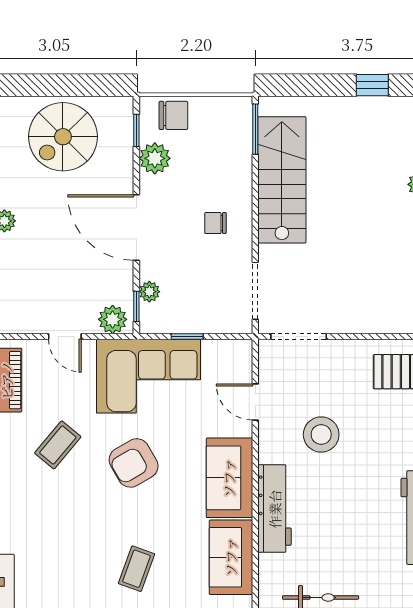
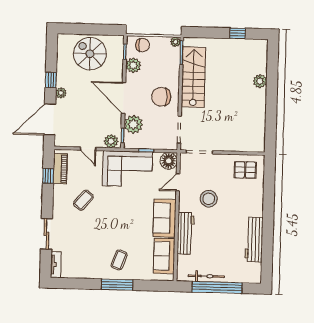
plant: (242, 106) -> (175, 42), added
spiral stairs: (63, 137) -> (90, 54), turned 90
chair: (215, 223) -> (161, 97), width x1.87, depth x1.87
plant: (149, 292) -> (133, 124), width x1.88, depth x1.88
floor lamp: (235, 357) -> (169, 161), added
door: (255, 402) -> (178, 182), hinge flipped
armchair: (134, 463) -> (119, 210), removed

